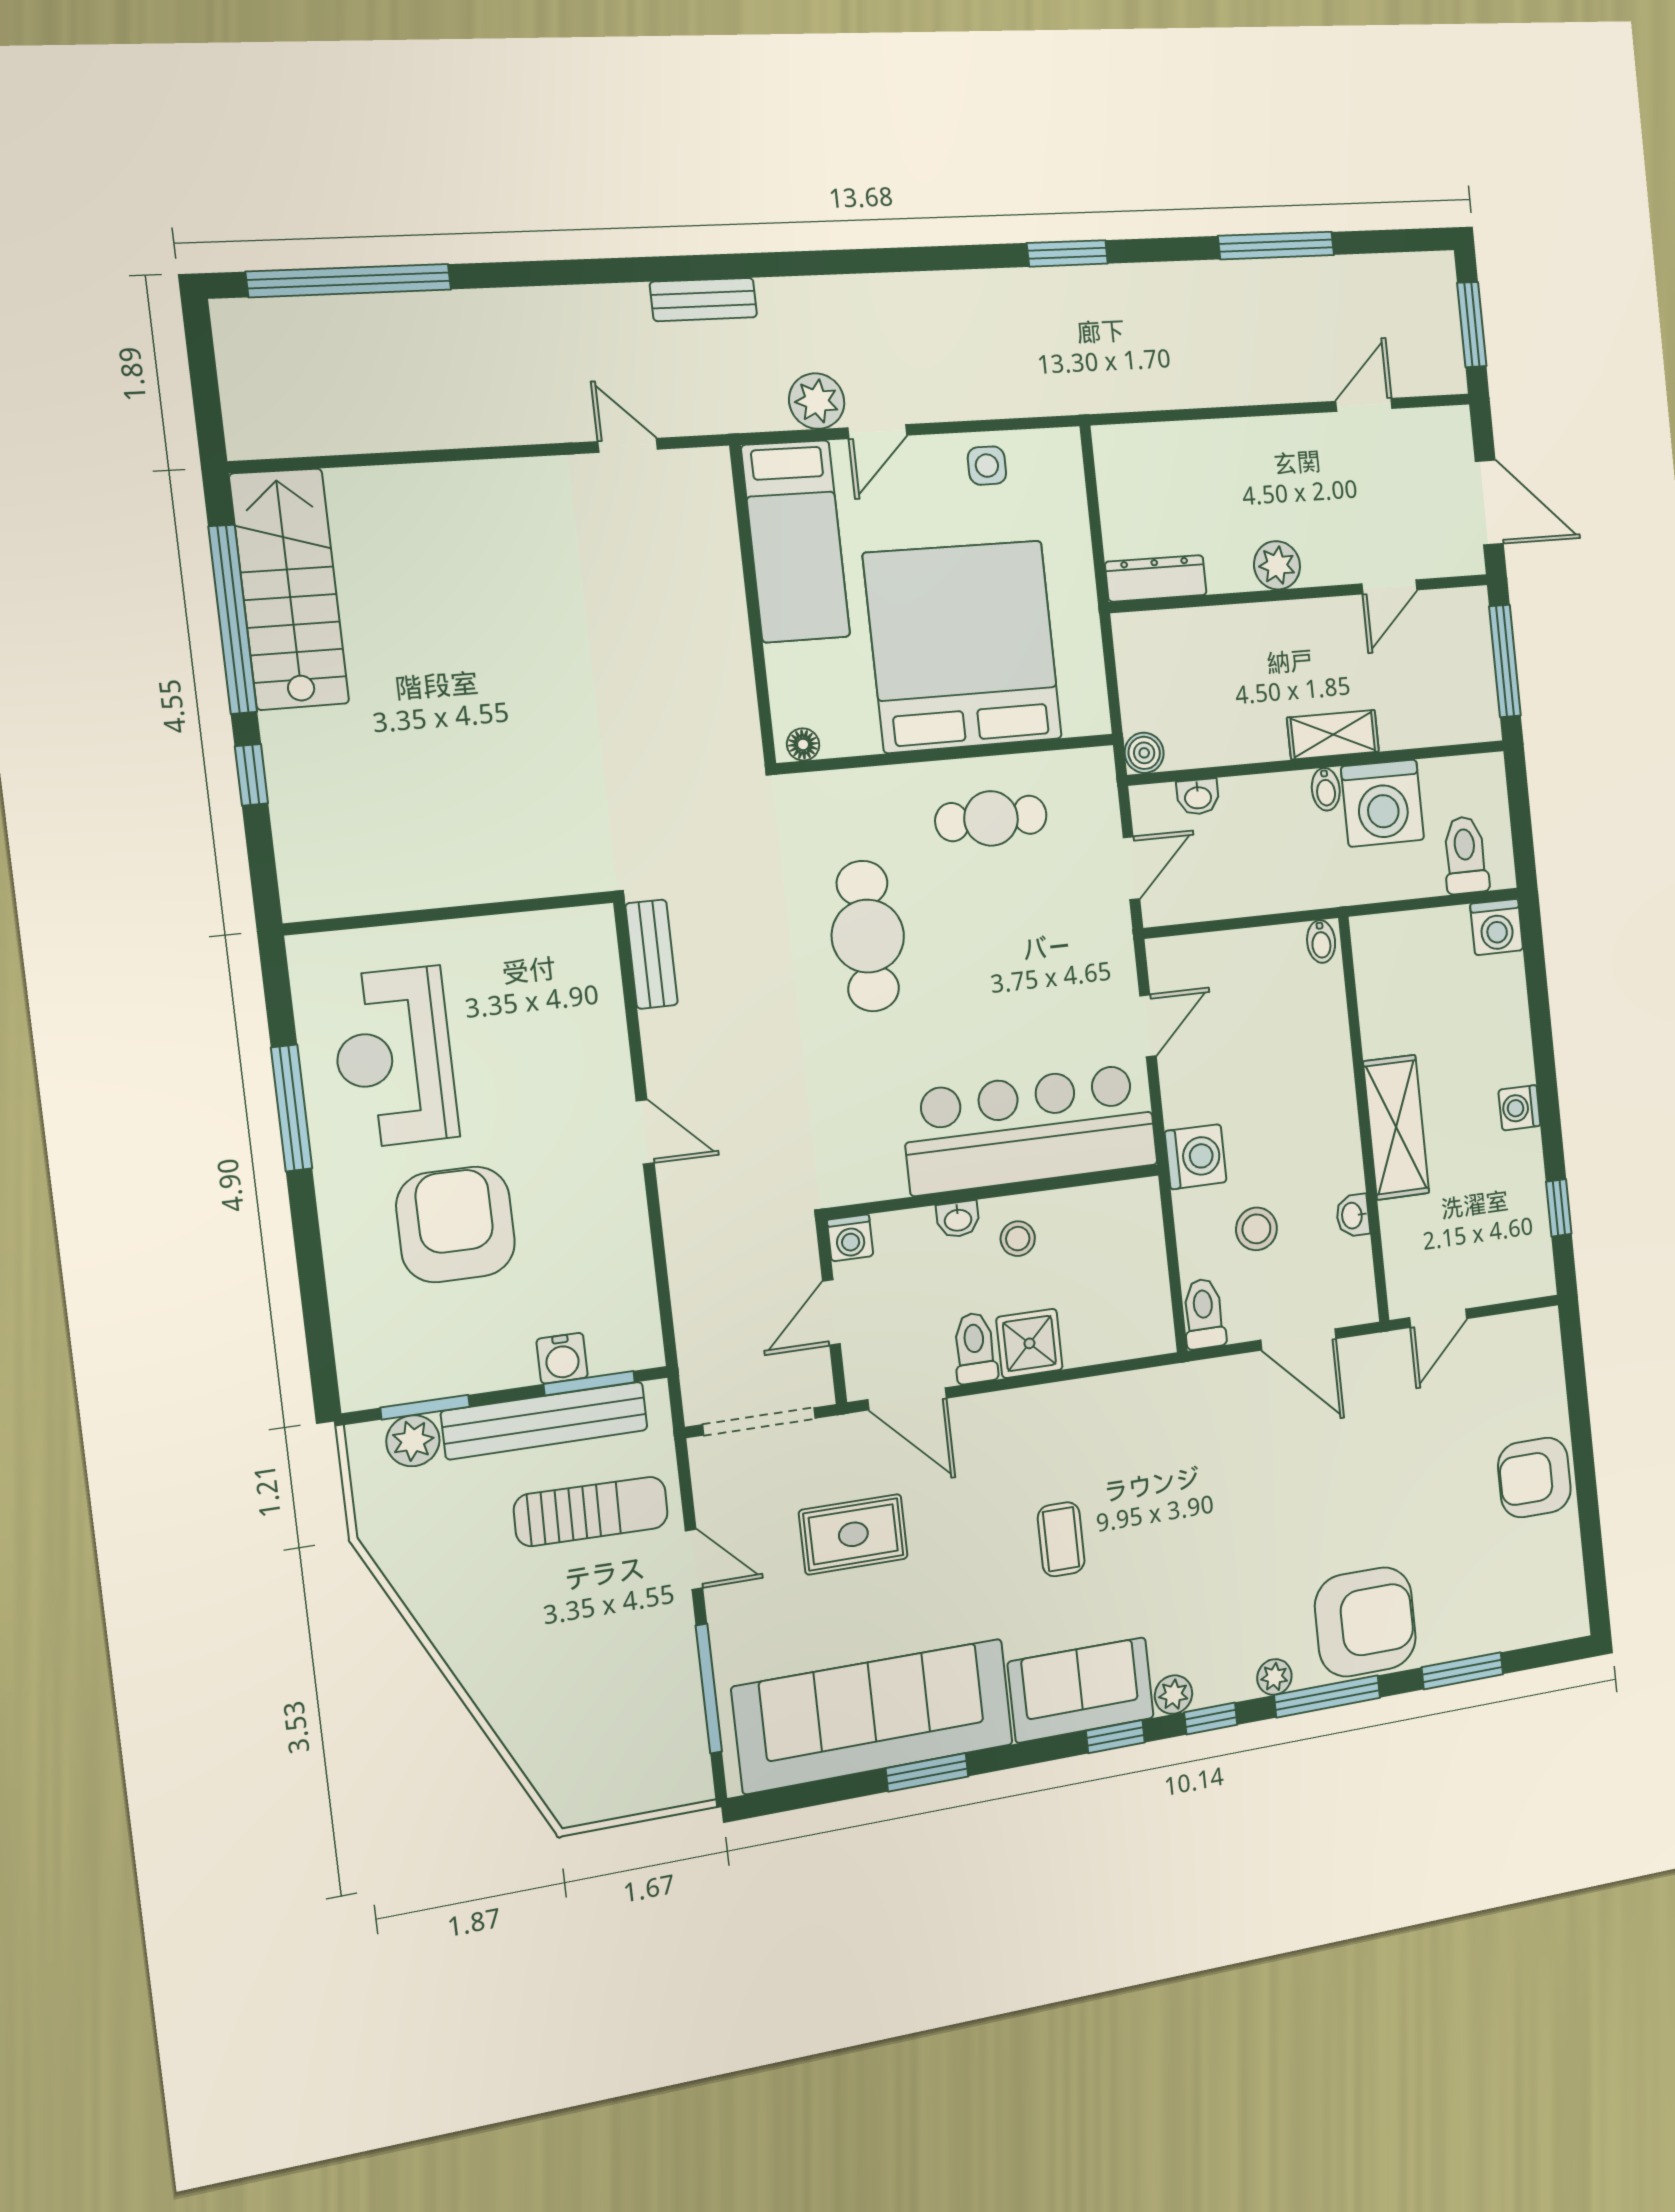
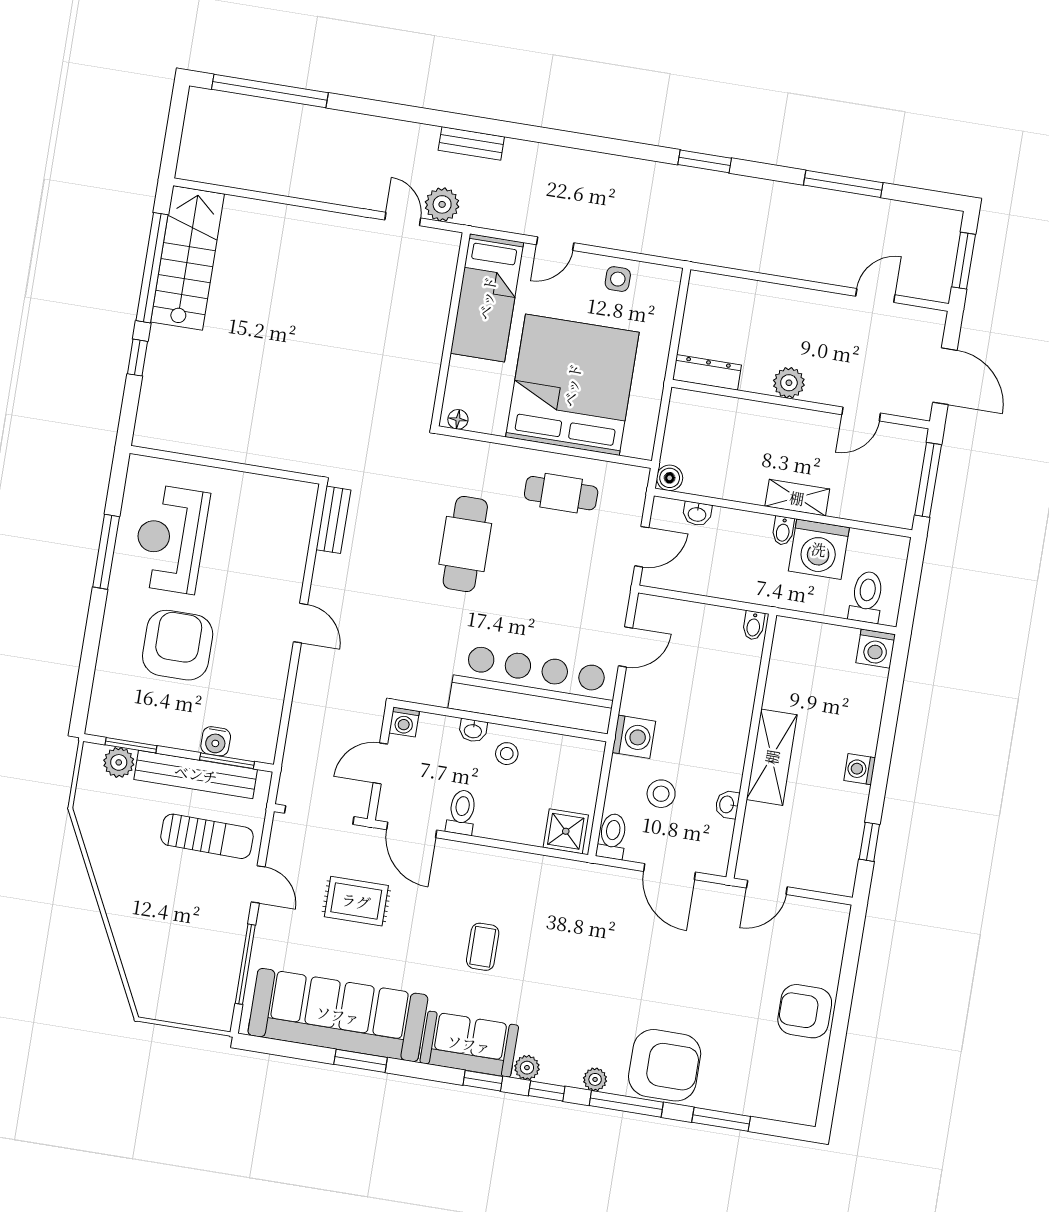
plant: (817, 401) -> (442, 204), moved
shower: (1029, 1343) -> (566, 831), moved

